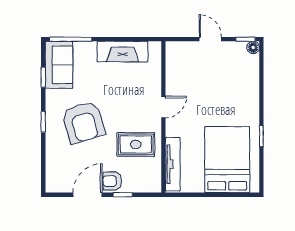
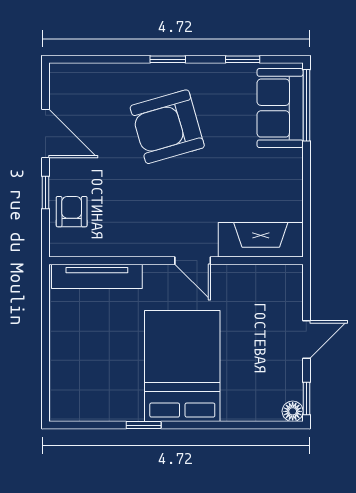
fireplace: (123, 52) -> (261, 240), moved, turned 90
sofa: (59, 65) -> (280, 108), moved, turned 90
rug: (136, 144) -> (130, 214), removed
bed: (227, 160) -> (182, 366), moved, turned -90
armchair: (112, 181) -> (72, 212), moved

